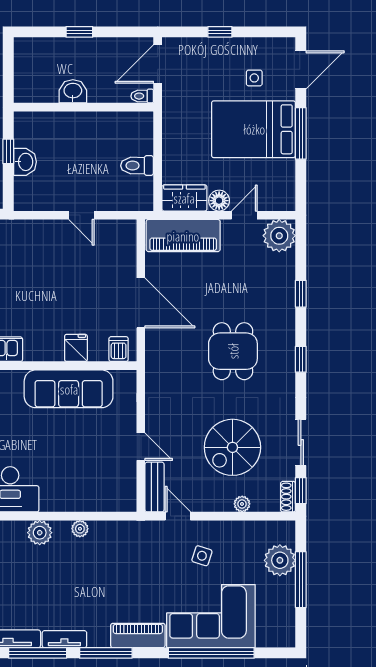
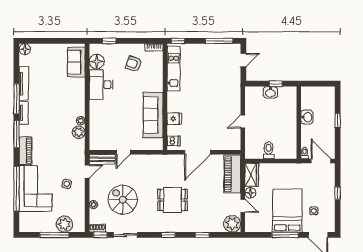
plant: (40, 533) -> (79, 132), moved

